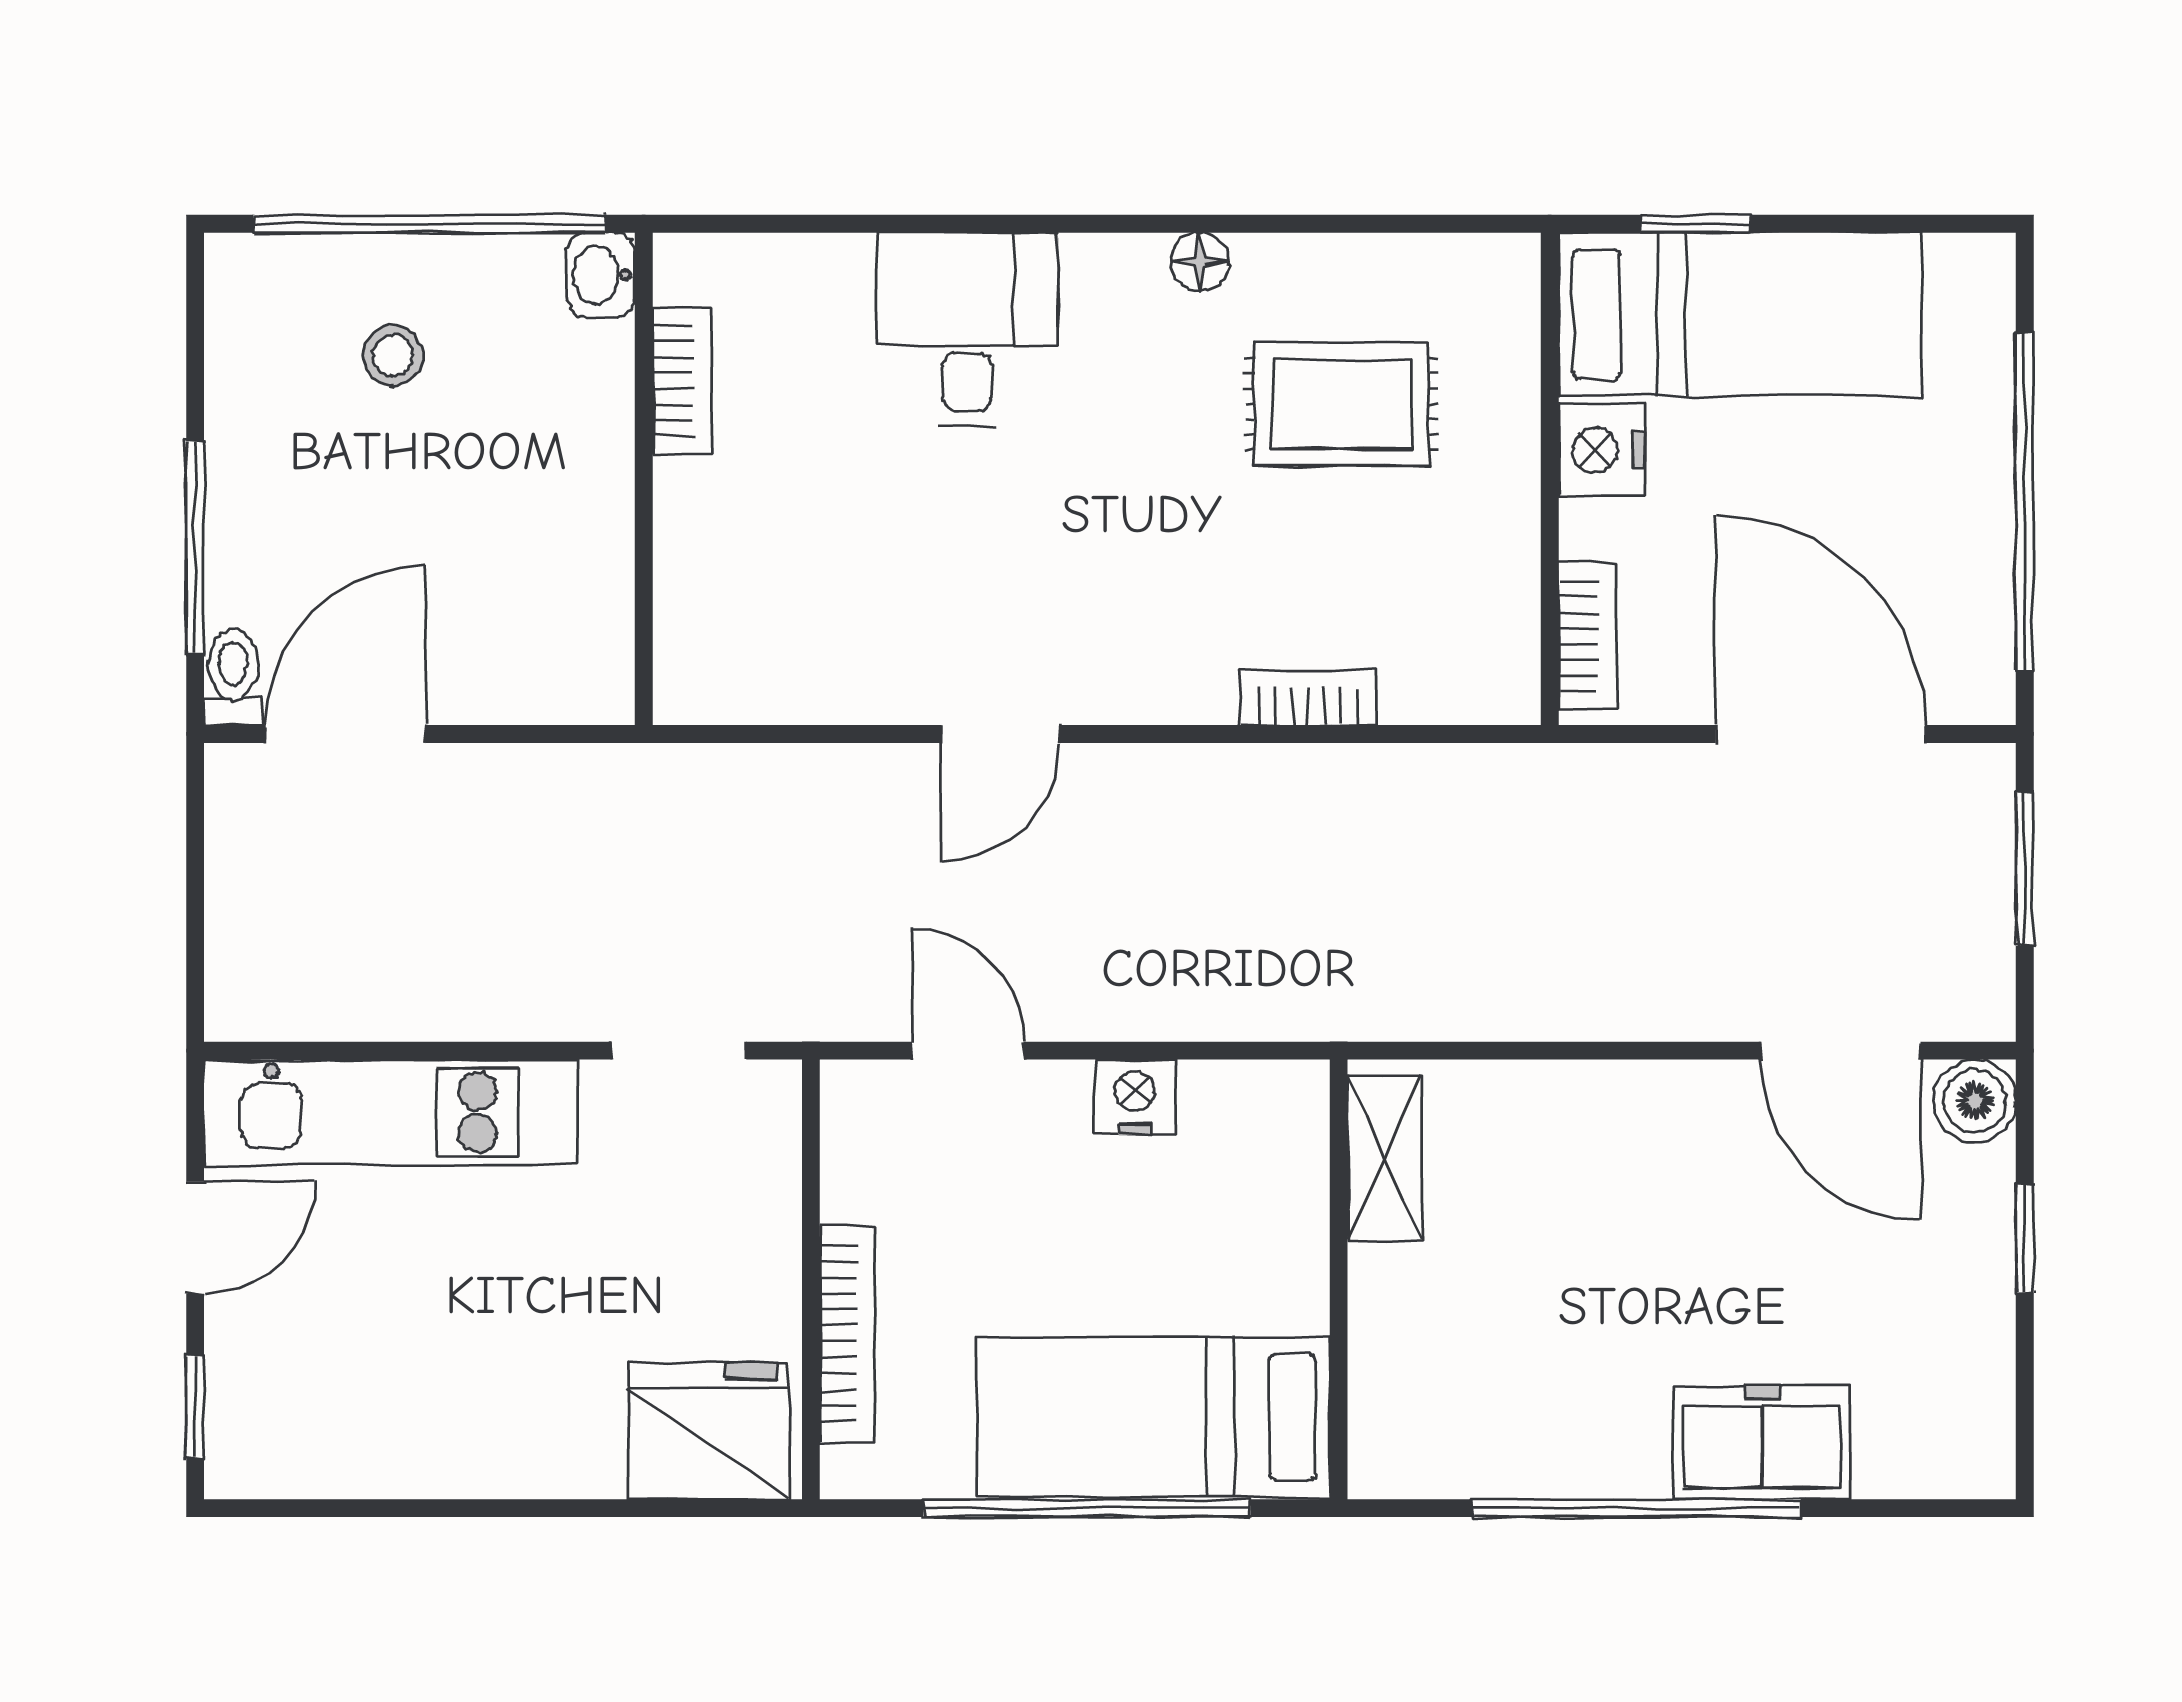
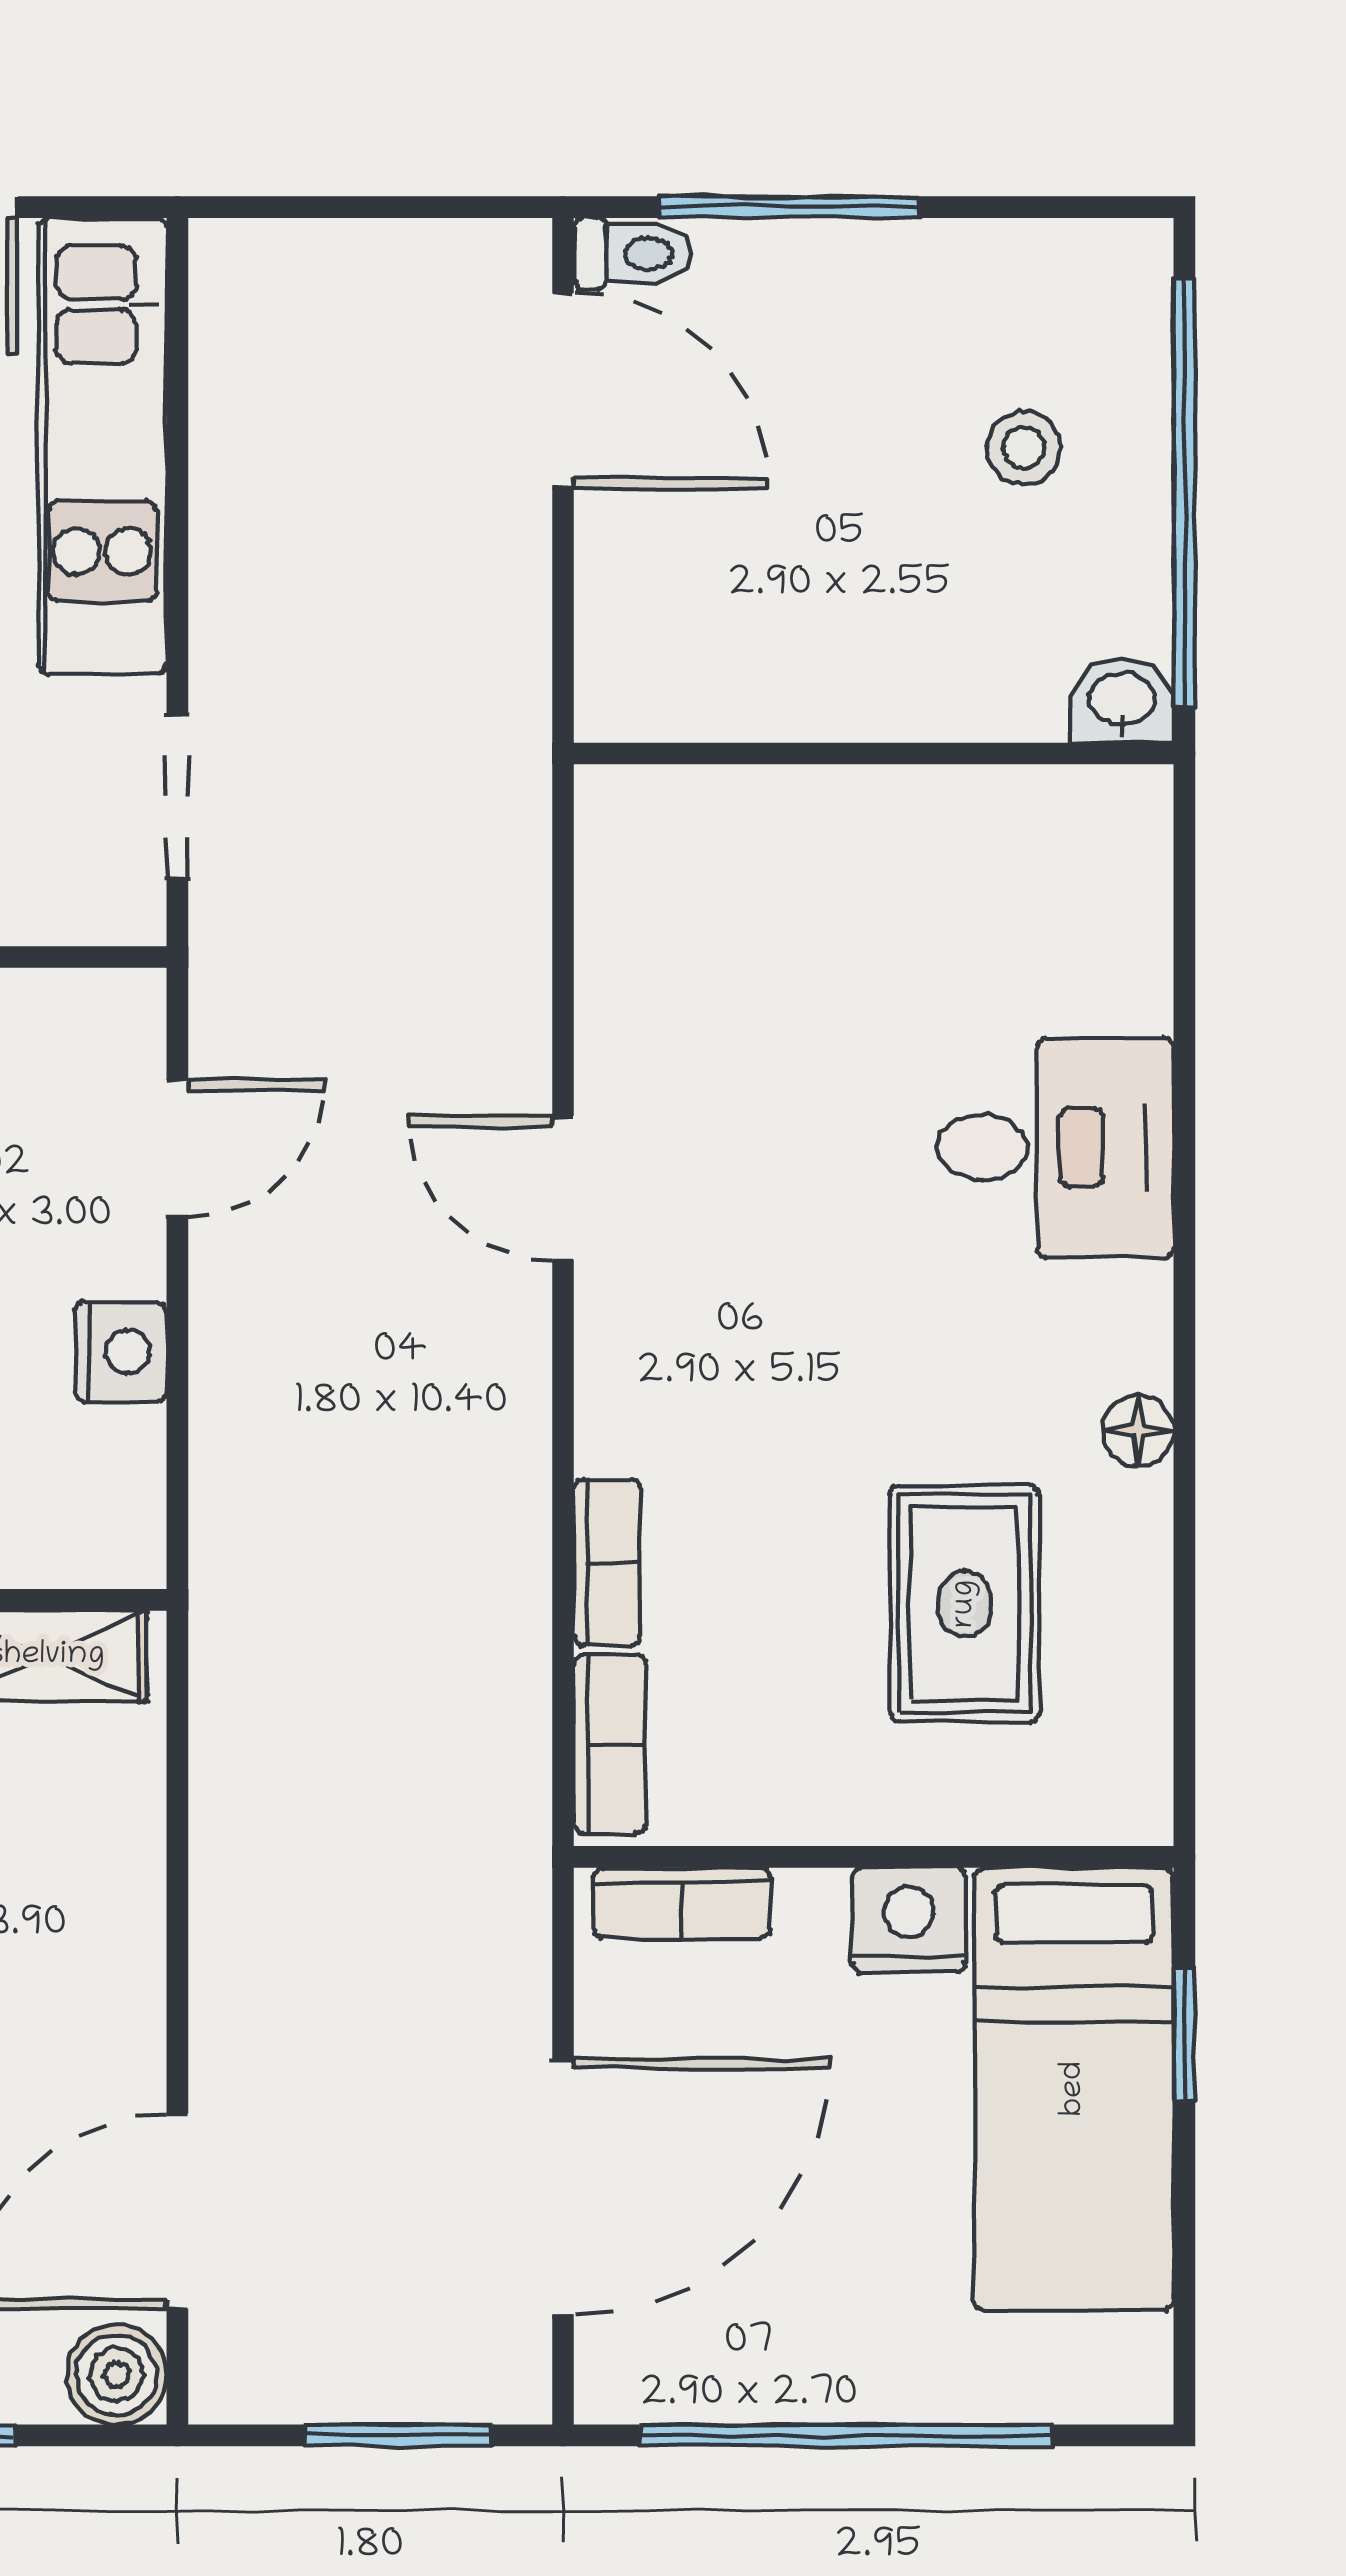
bookcase: (682, 381) -> (610, 1744), moved, turned -90

